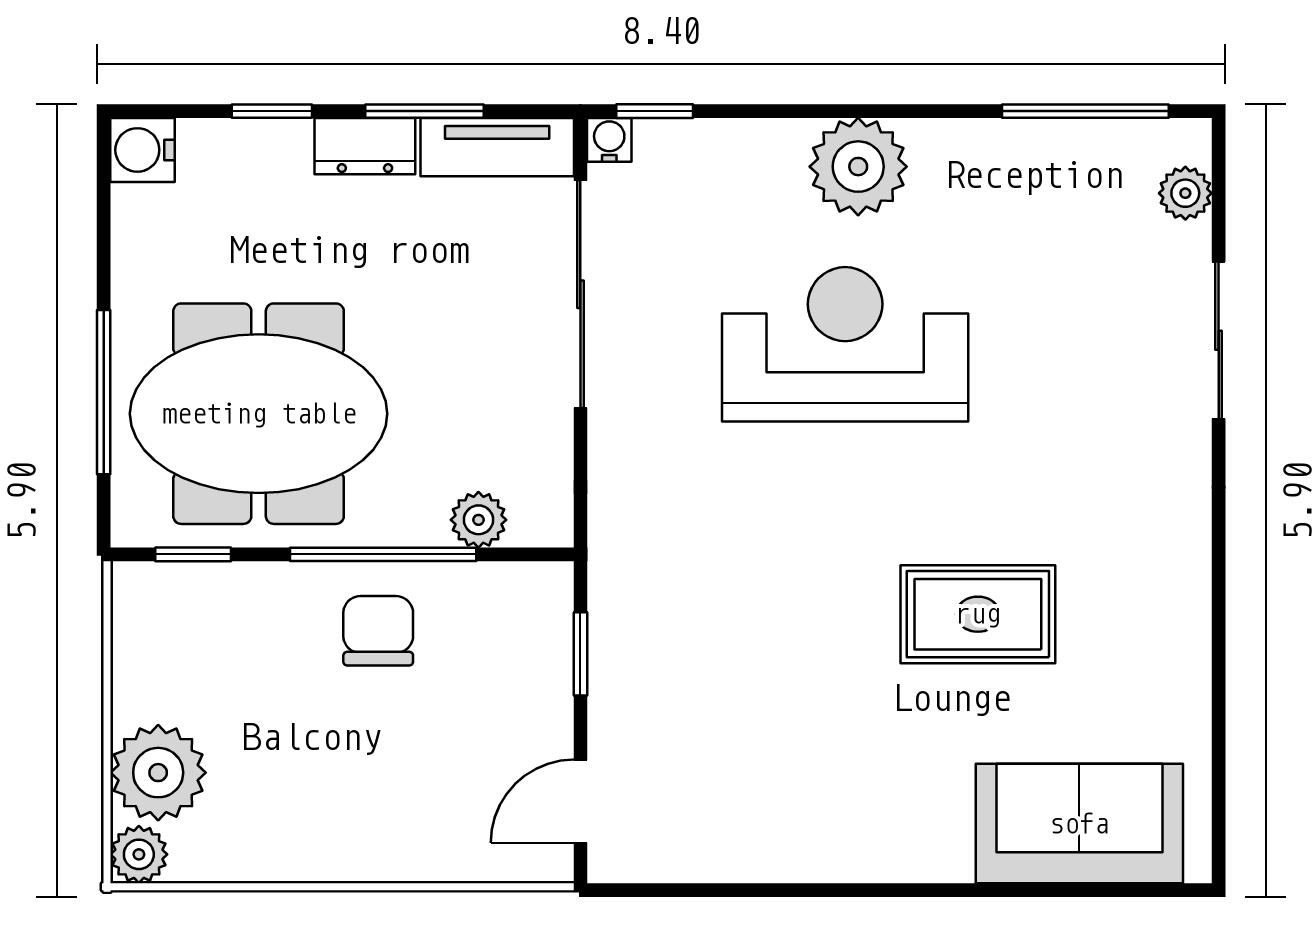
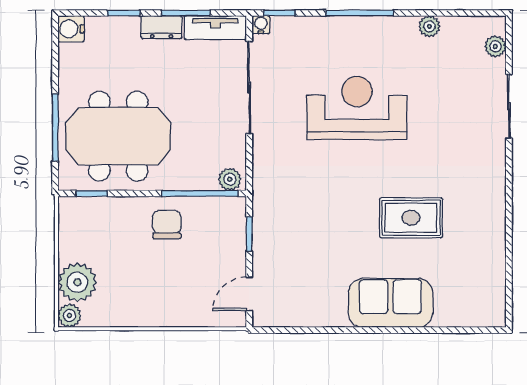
window: (1085, 111) -> (360, 13), moved
plant: (858, 167) -> (429, 26), moved, width x0.53, depth x0.53
plant: (478, 520) -> (230, 179), moved
window: (383, 554) -> (200, 193), moved
sofa: (1079, 824) -> (390, 303), moved

